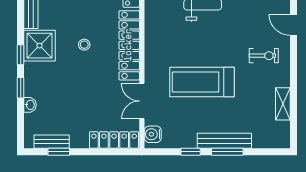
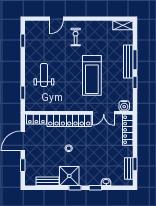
shelving: (283, 104) -> (123, 25), moved

